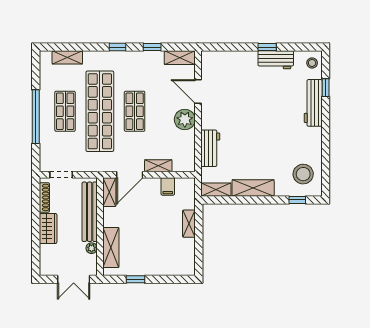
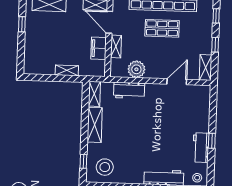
plant: (185, 119) -> (136, 69), moved
filing cabinet: (168, 186) -> (99, 48), width x2.00

